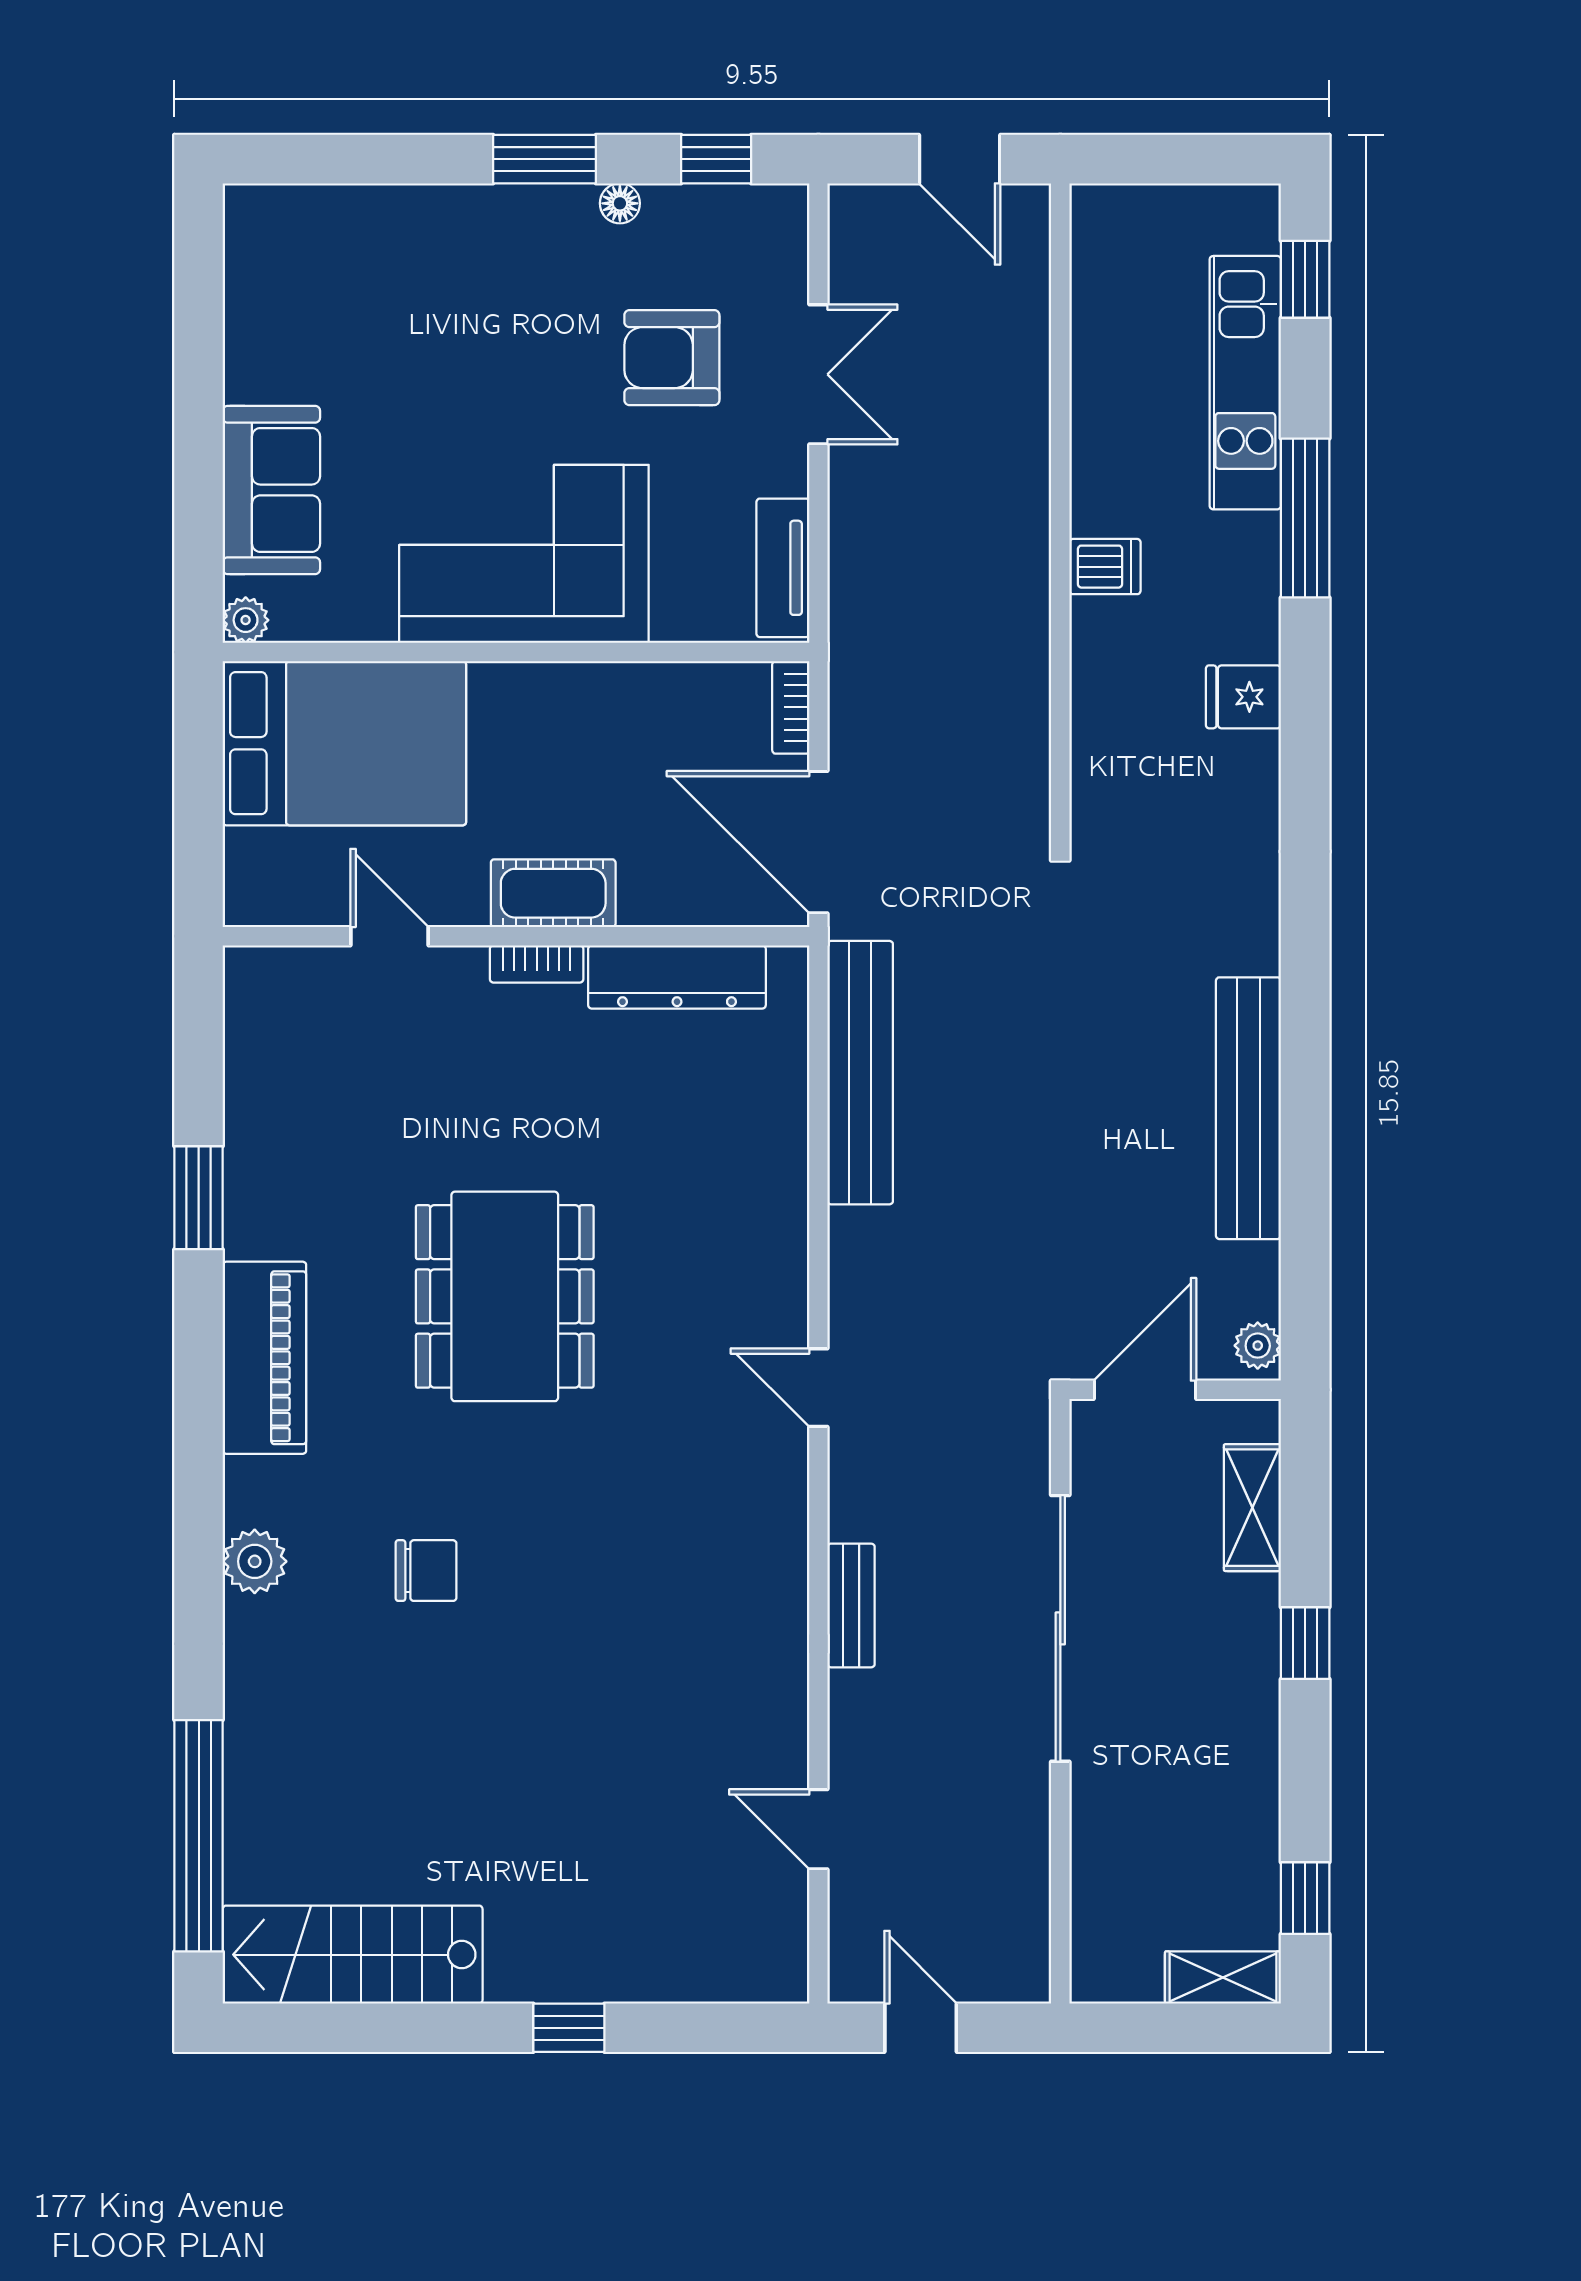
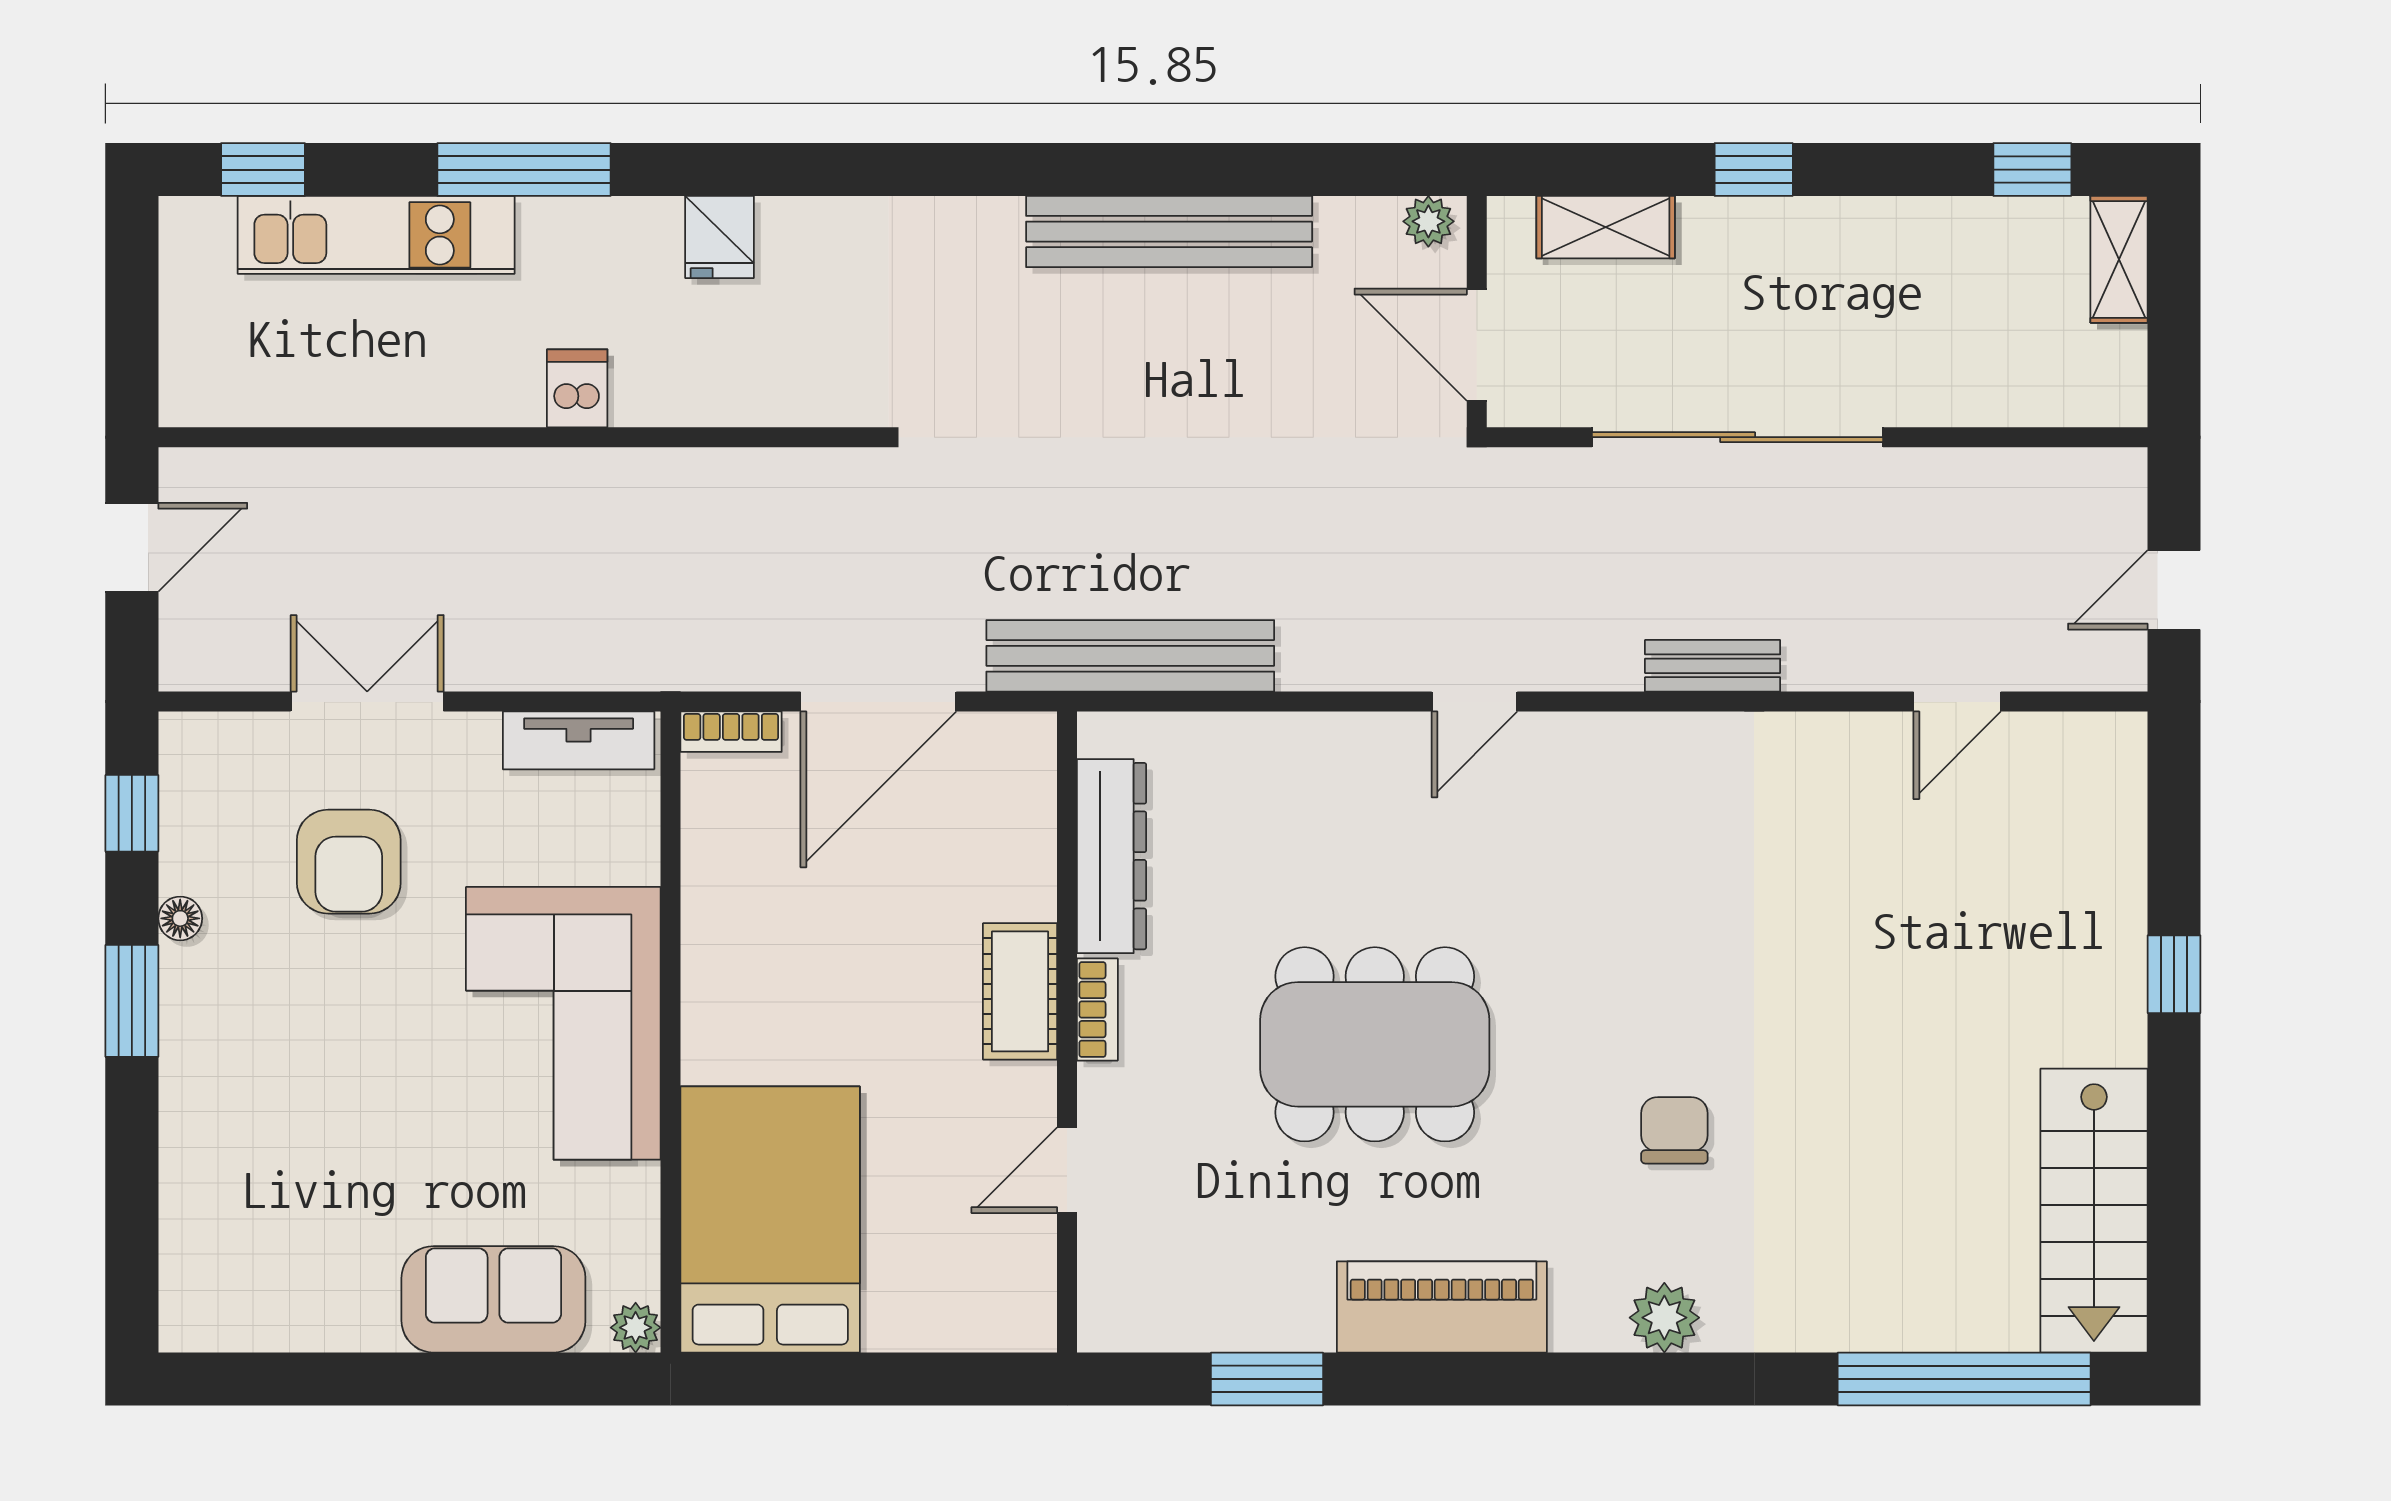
cot: (553, 893) -> (1020, 991), moved
door: (389, 936) -> (1067, 1170), moved
wall: (516, 936) -> (1067, 1032), moved
bookcase: (537, 964) -> (1097, 1010), moved
dresser: (677, 977) -> (1112, 856), moved

